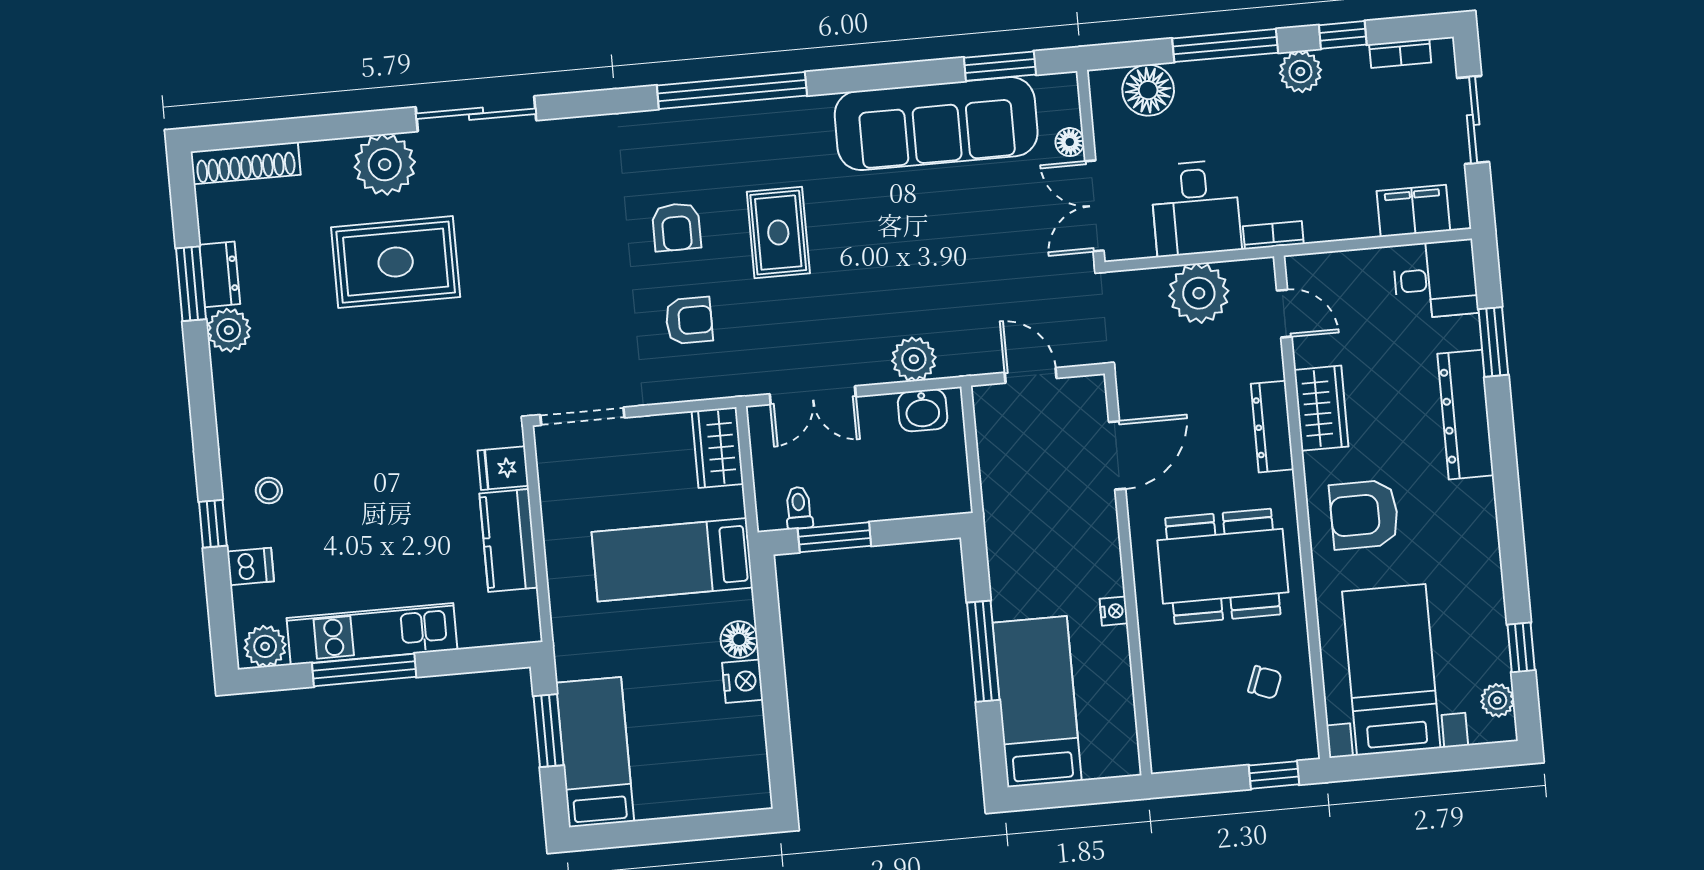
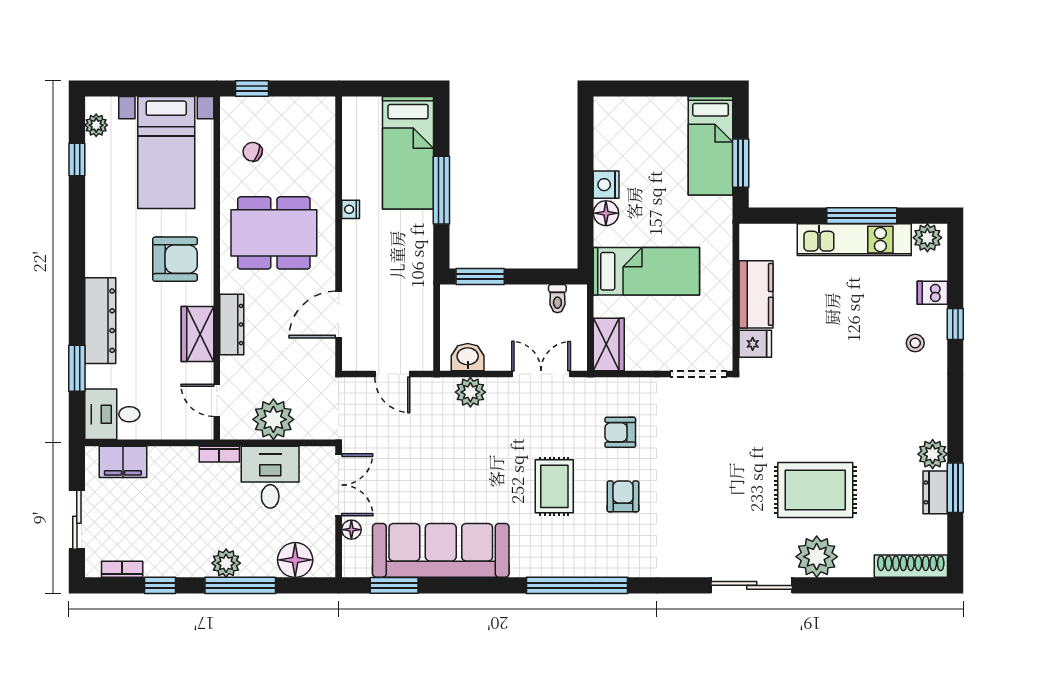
plant: (1300, 72) -> (226, 563), moved
window: (834, 537) -> (480, 277), moved

